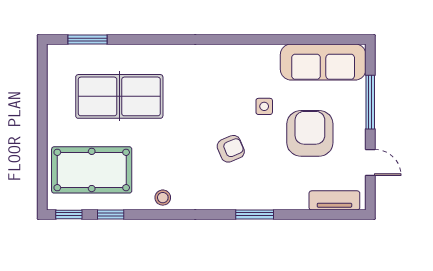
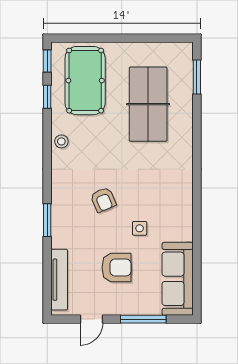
armchair: (310, 133) -> (116, 268), width x0.73, depth x0.73
tv unit: (334, 200) -> (59, 280), width x1.41

